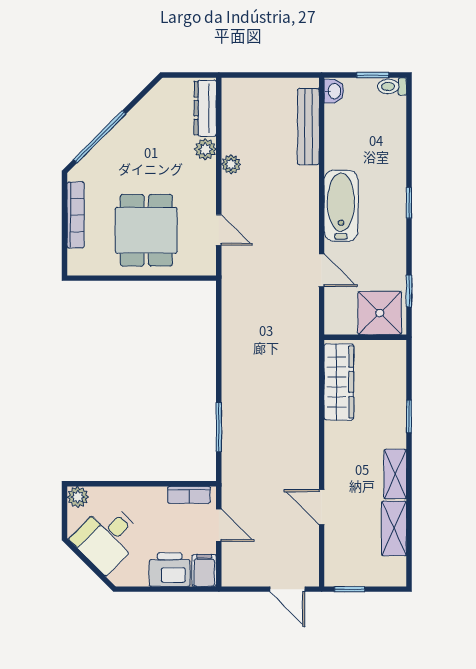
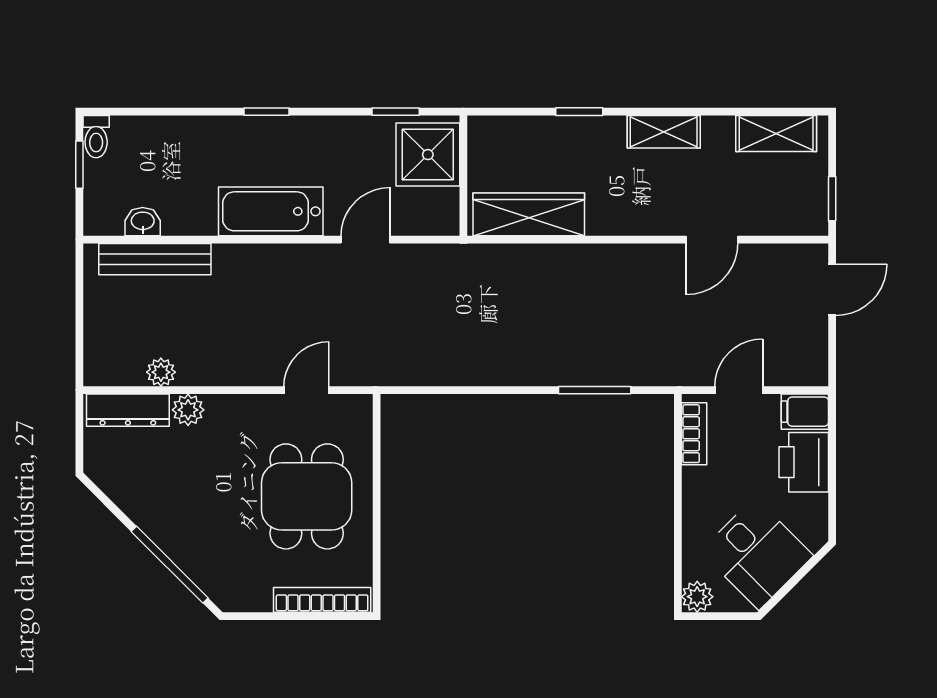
washbasin: (334, 91) -> (143, 222), moved
plant: (231, 164) -> (161, 372), moved
bookcase: (76, 215) -> (322, 600), moved
dining table: (146, 230) -> (307, 496), turned 90
shelving: (394, 528) -> (776, 134), moved

